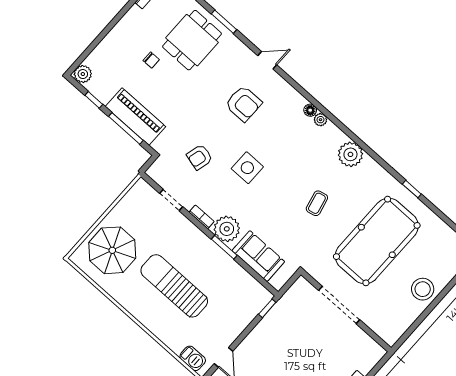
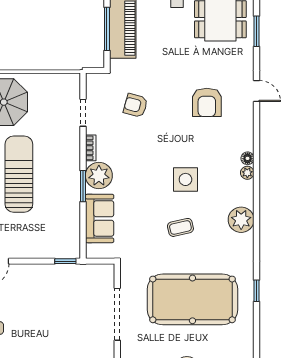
side table: (247, 168) -> (185, 179), moved

